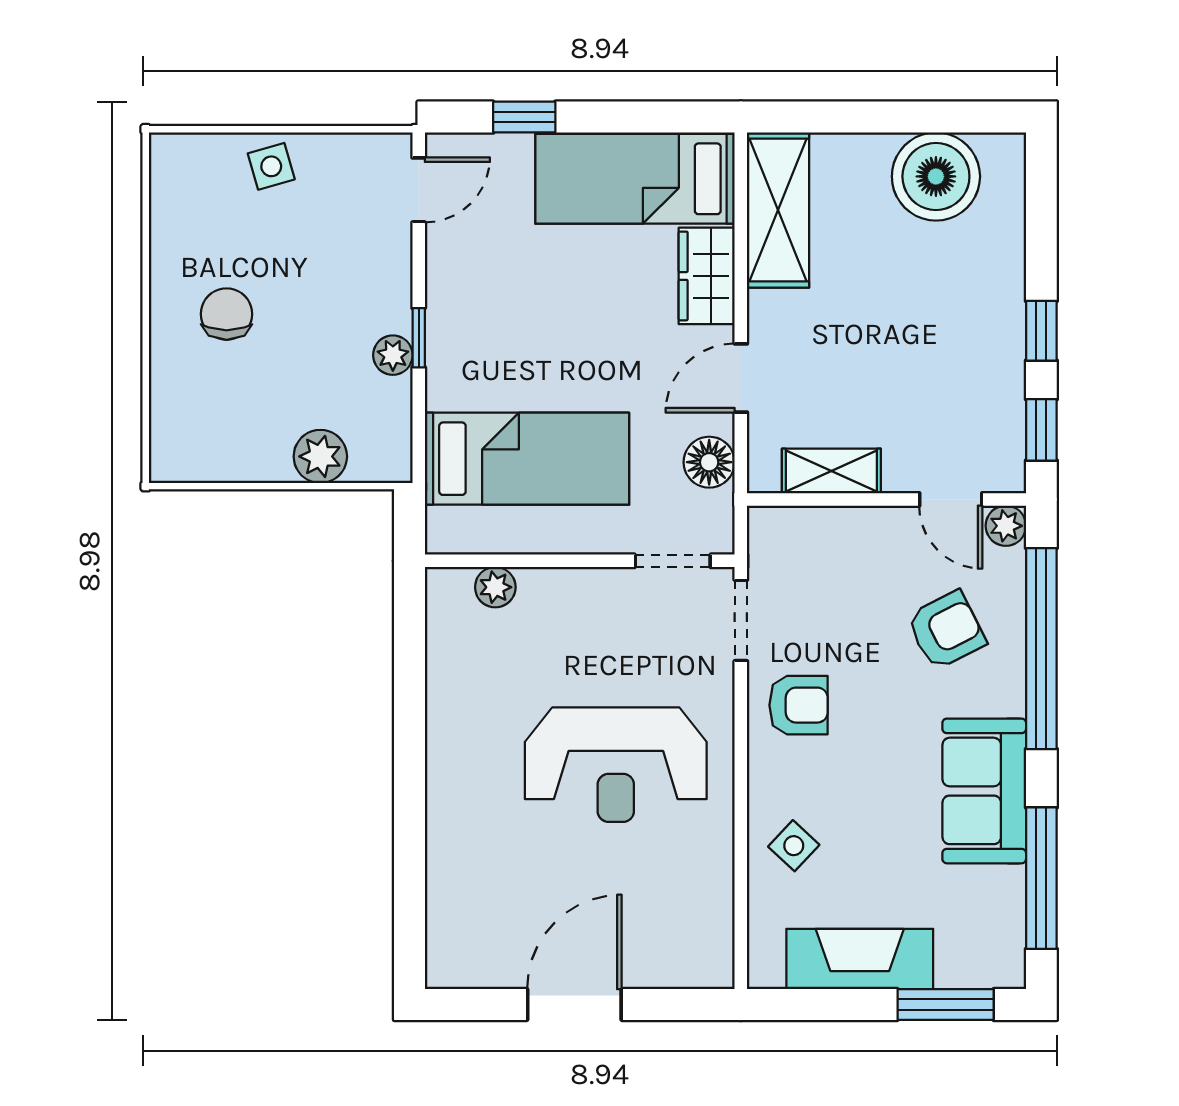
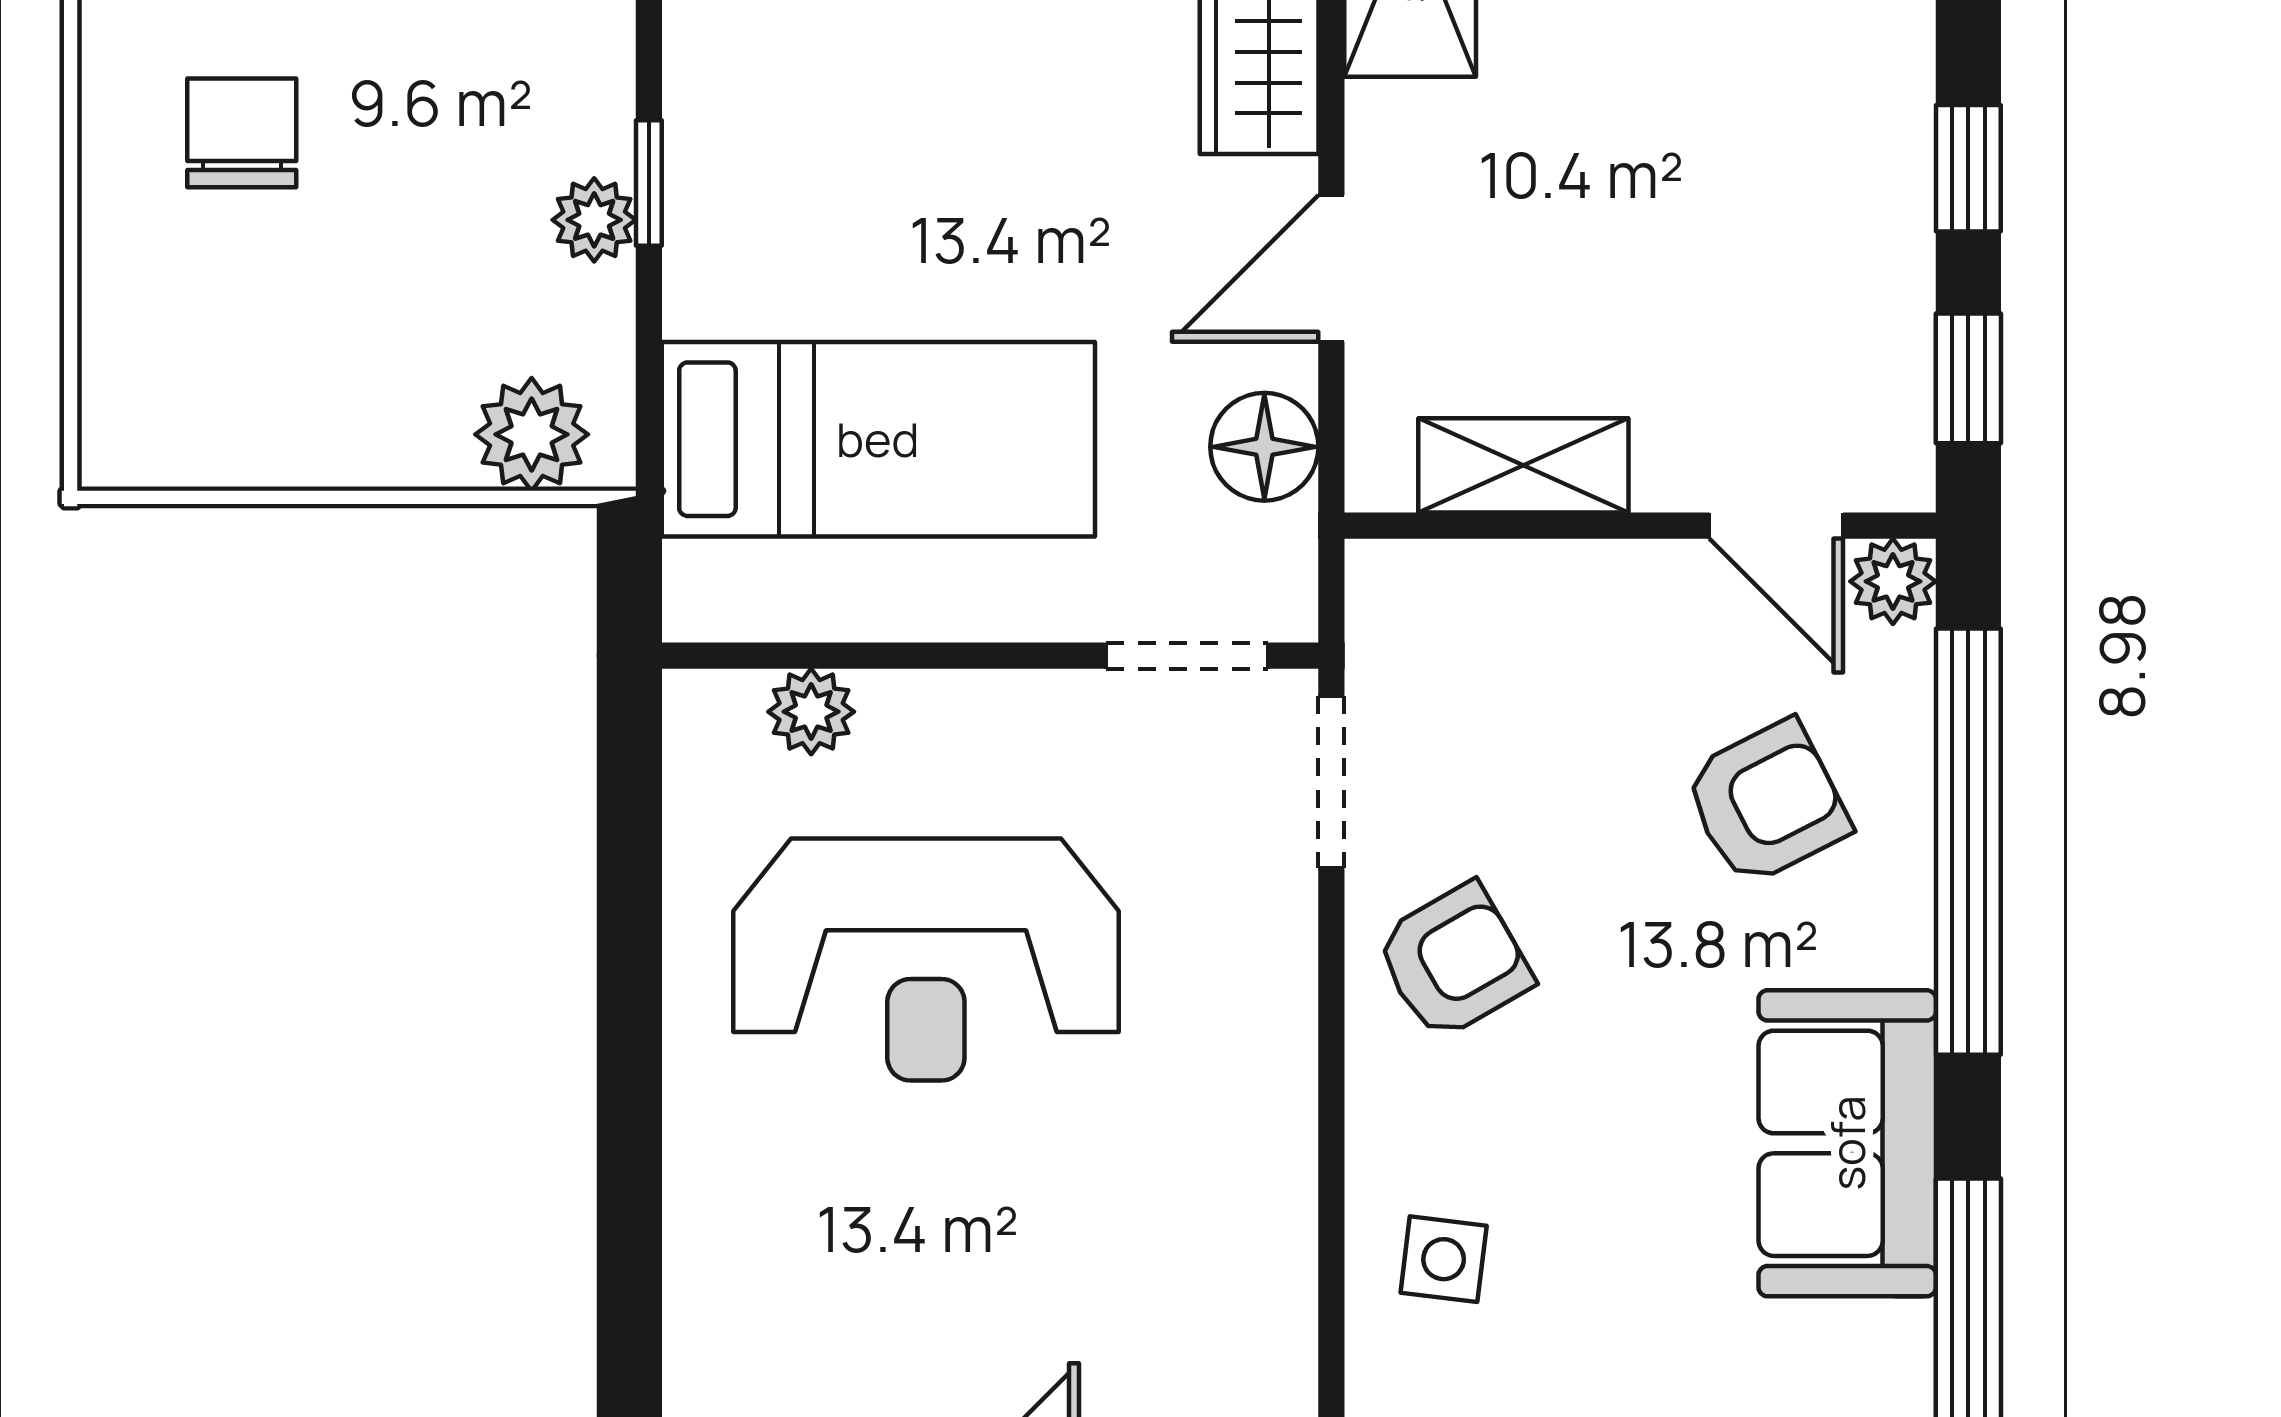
plant: (320, 456) -> (532, 434), moved
armchair: (799, 705) -> (1454, 961), turned -30
reception desk: (616, 765) -> (926, 959), moved
side table: (794, 846) -> (1444, 1259), turned -36

